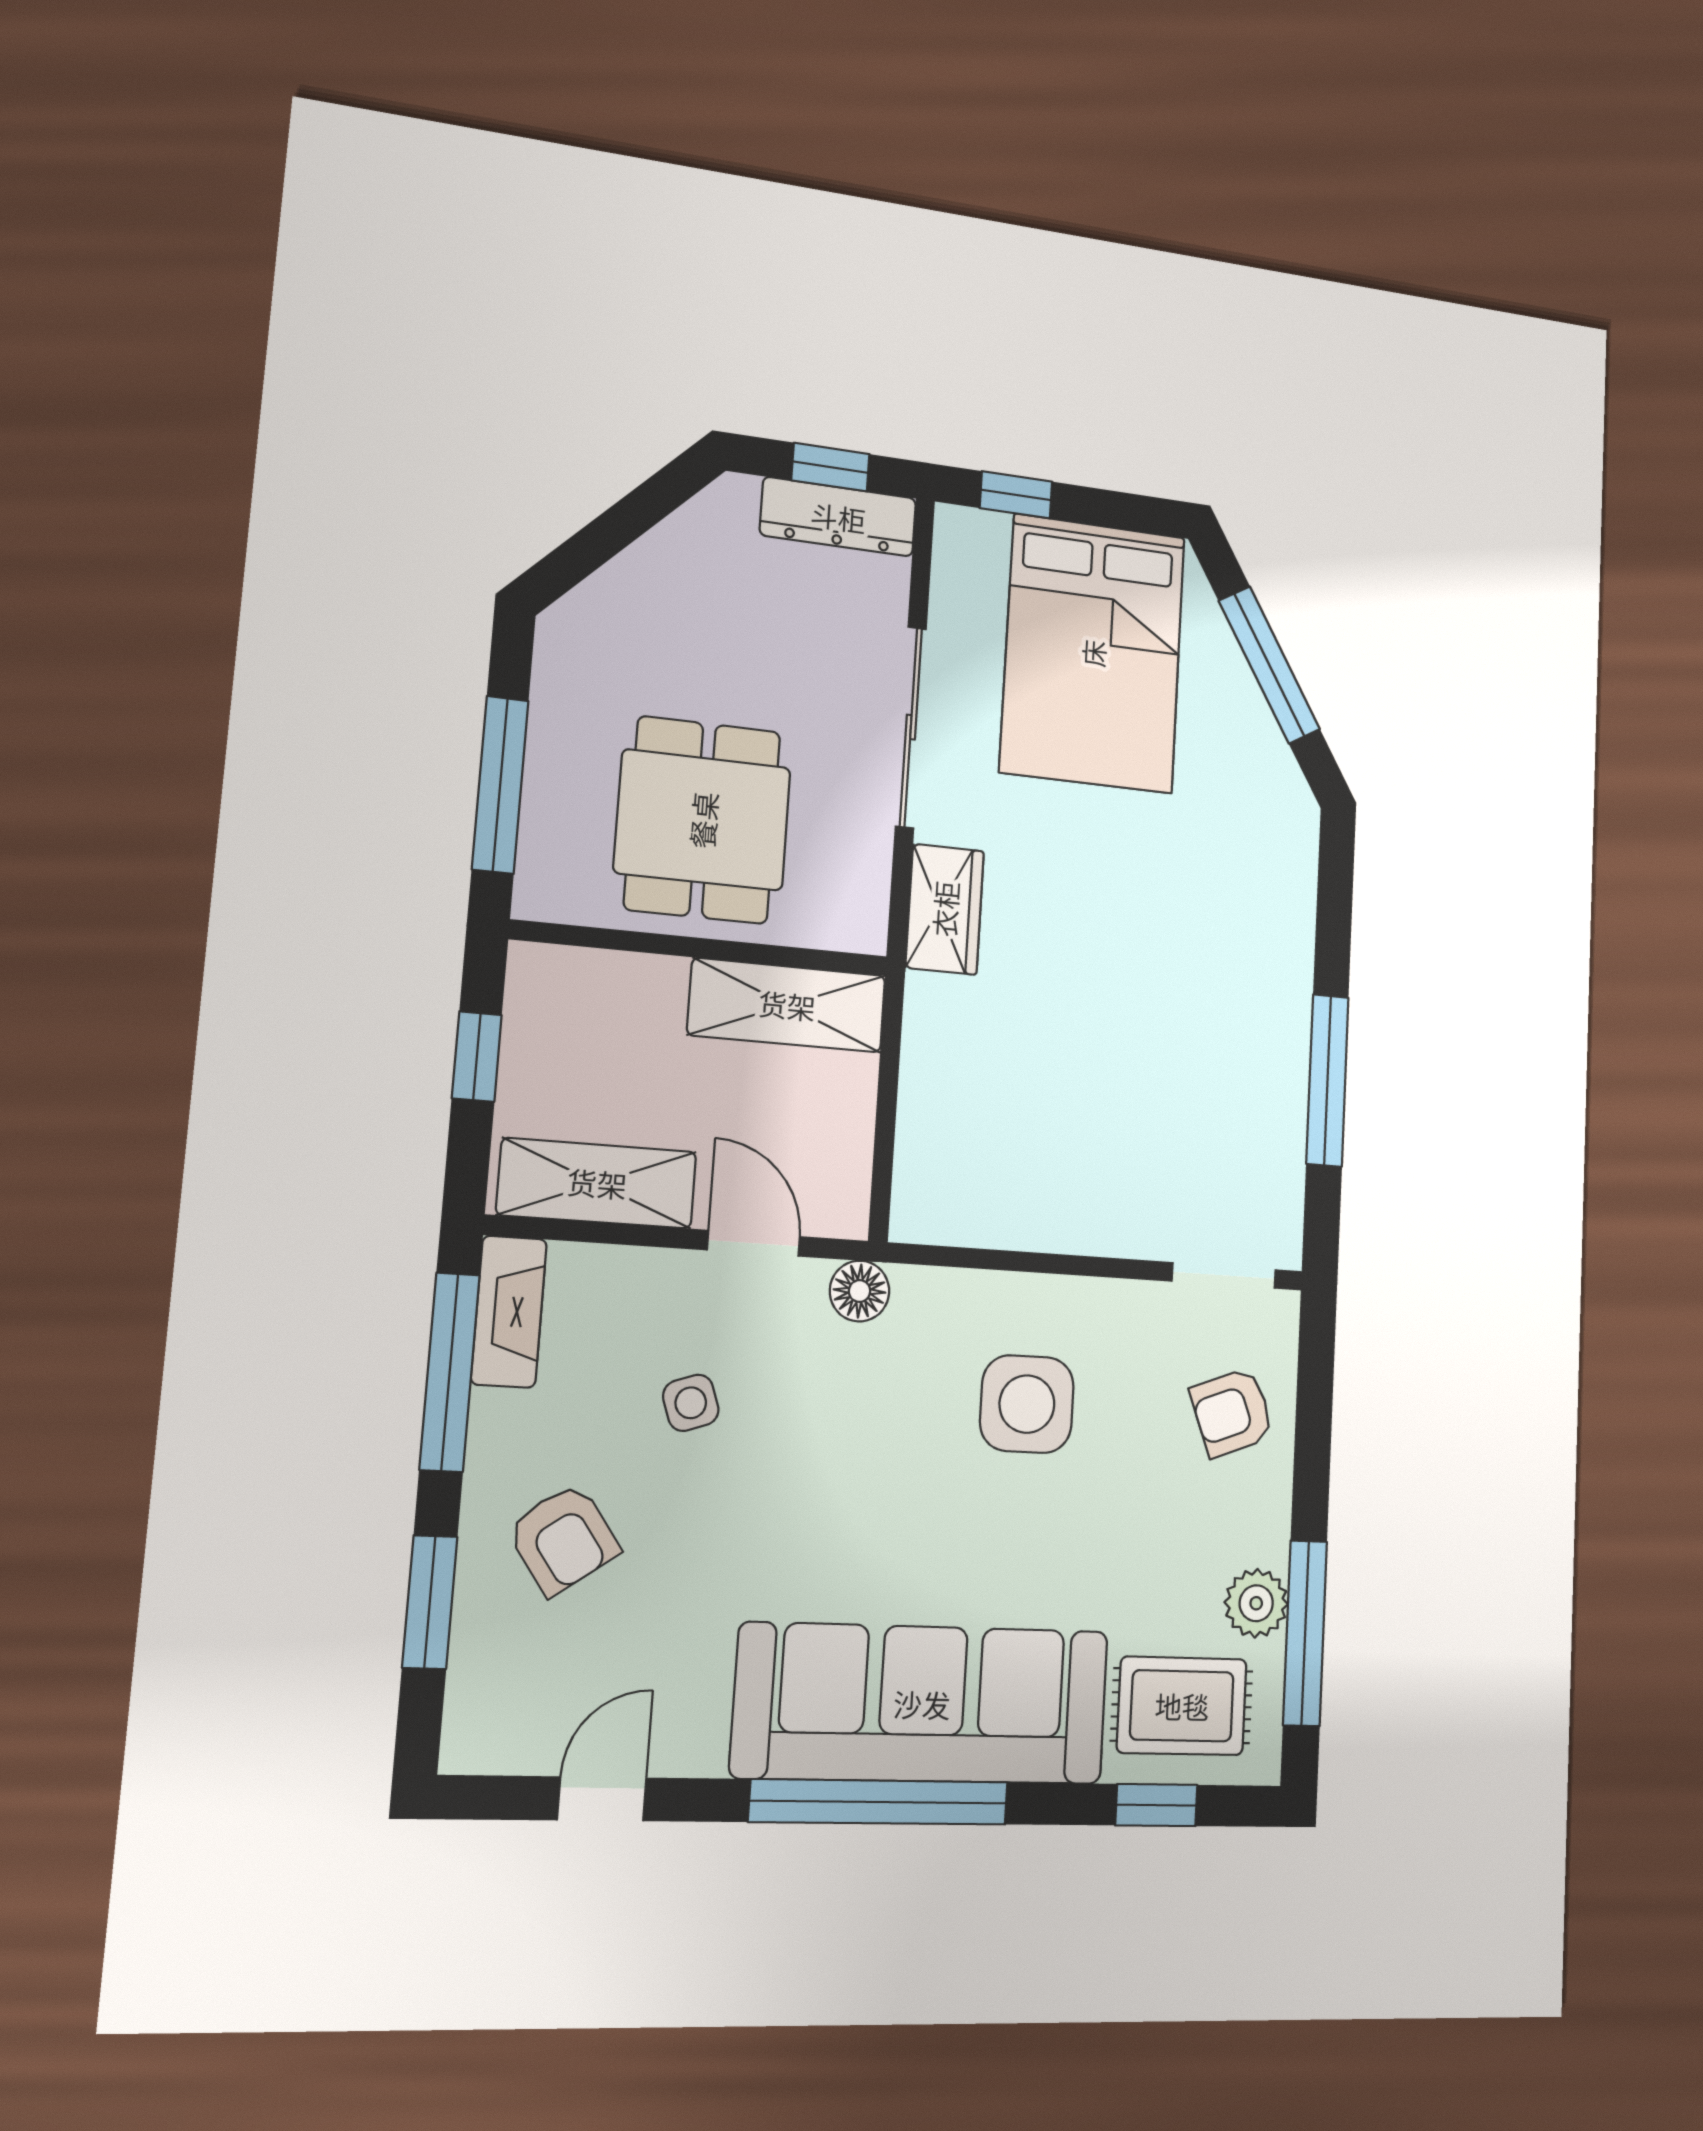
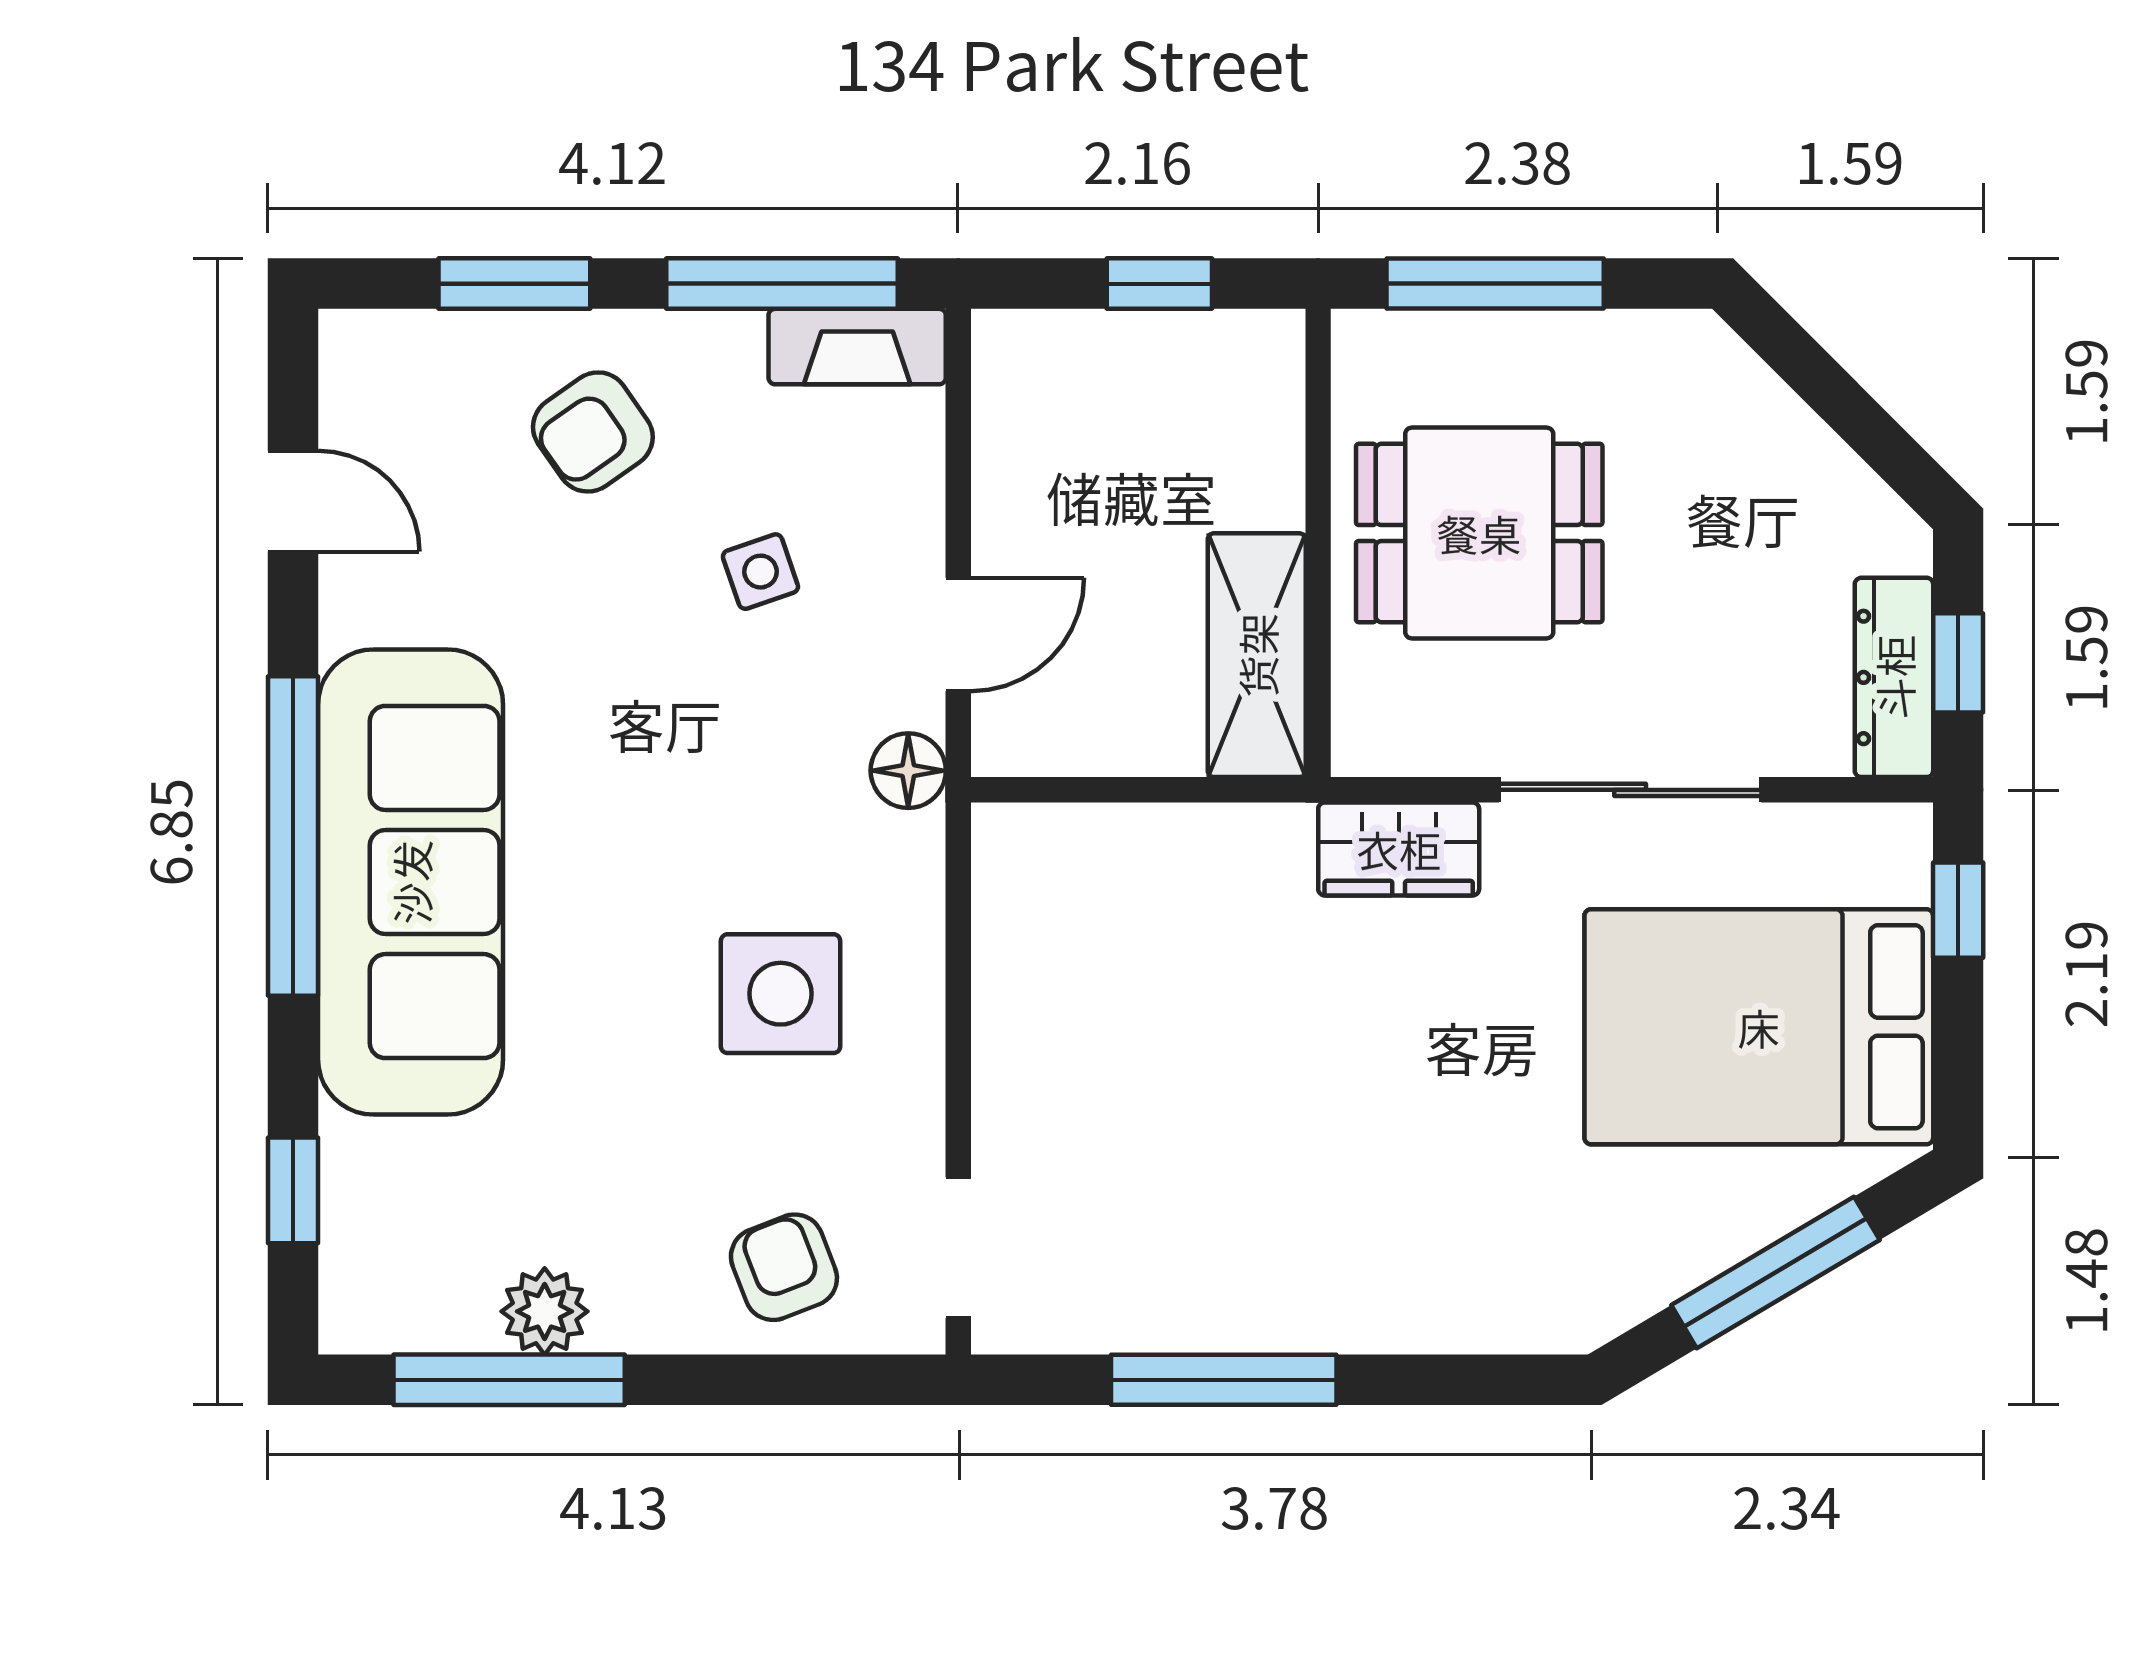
shelving: (597, 1183) -> (1018, 438), removed
rug: (1182, 1706) -> (415, 1218), removed

